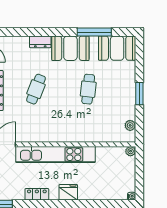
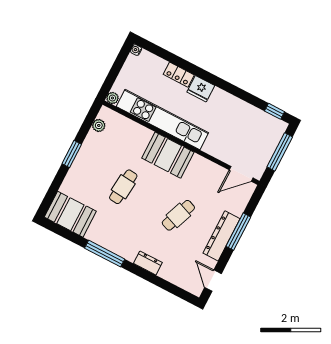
window: (94, 32) -> (105, 254), moved
booth: (70, 48) -> (168, 155), moved
kitchen unit: (56, 154) -> (162, 120), moved
locker: (37, 194) -> (179, 75), moved

